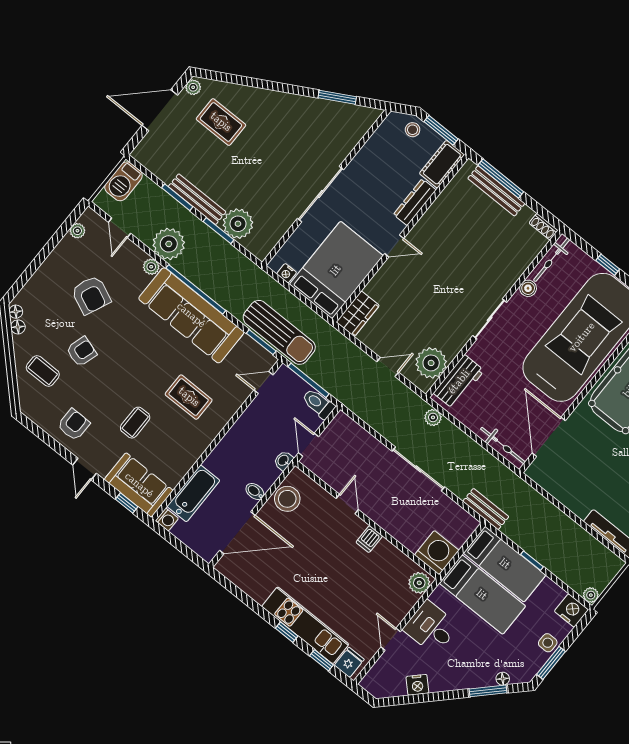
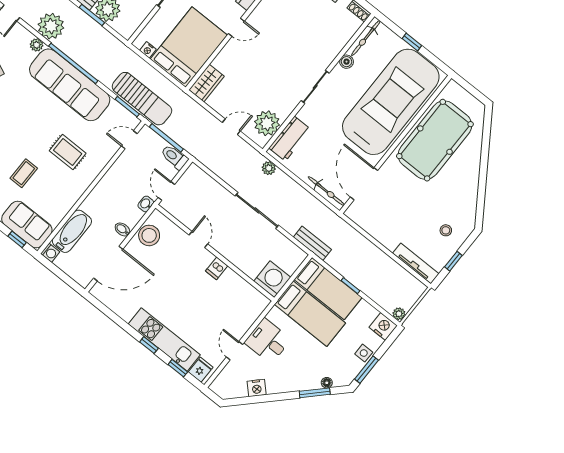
plant: (419, 583) -> (258, 304), removed

